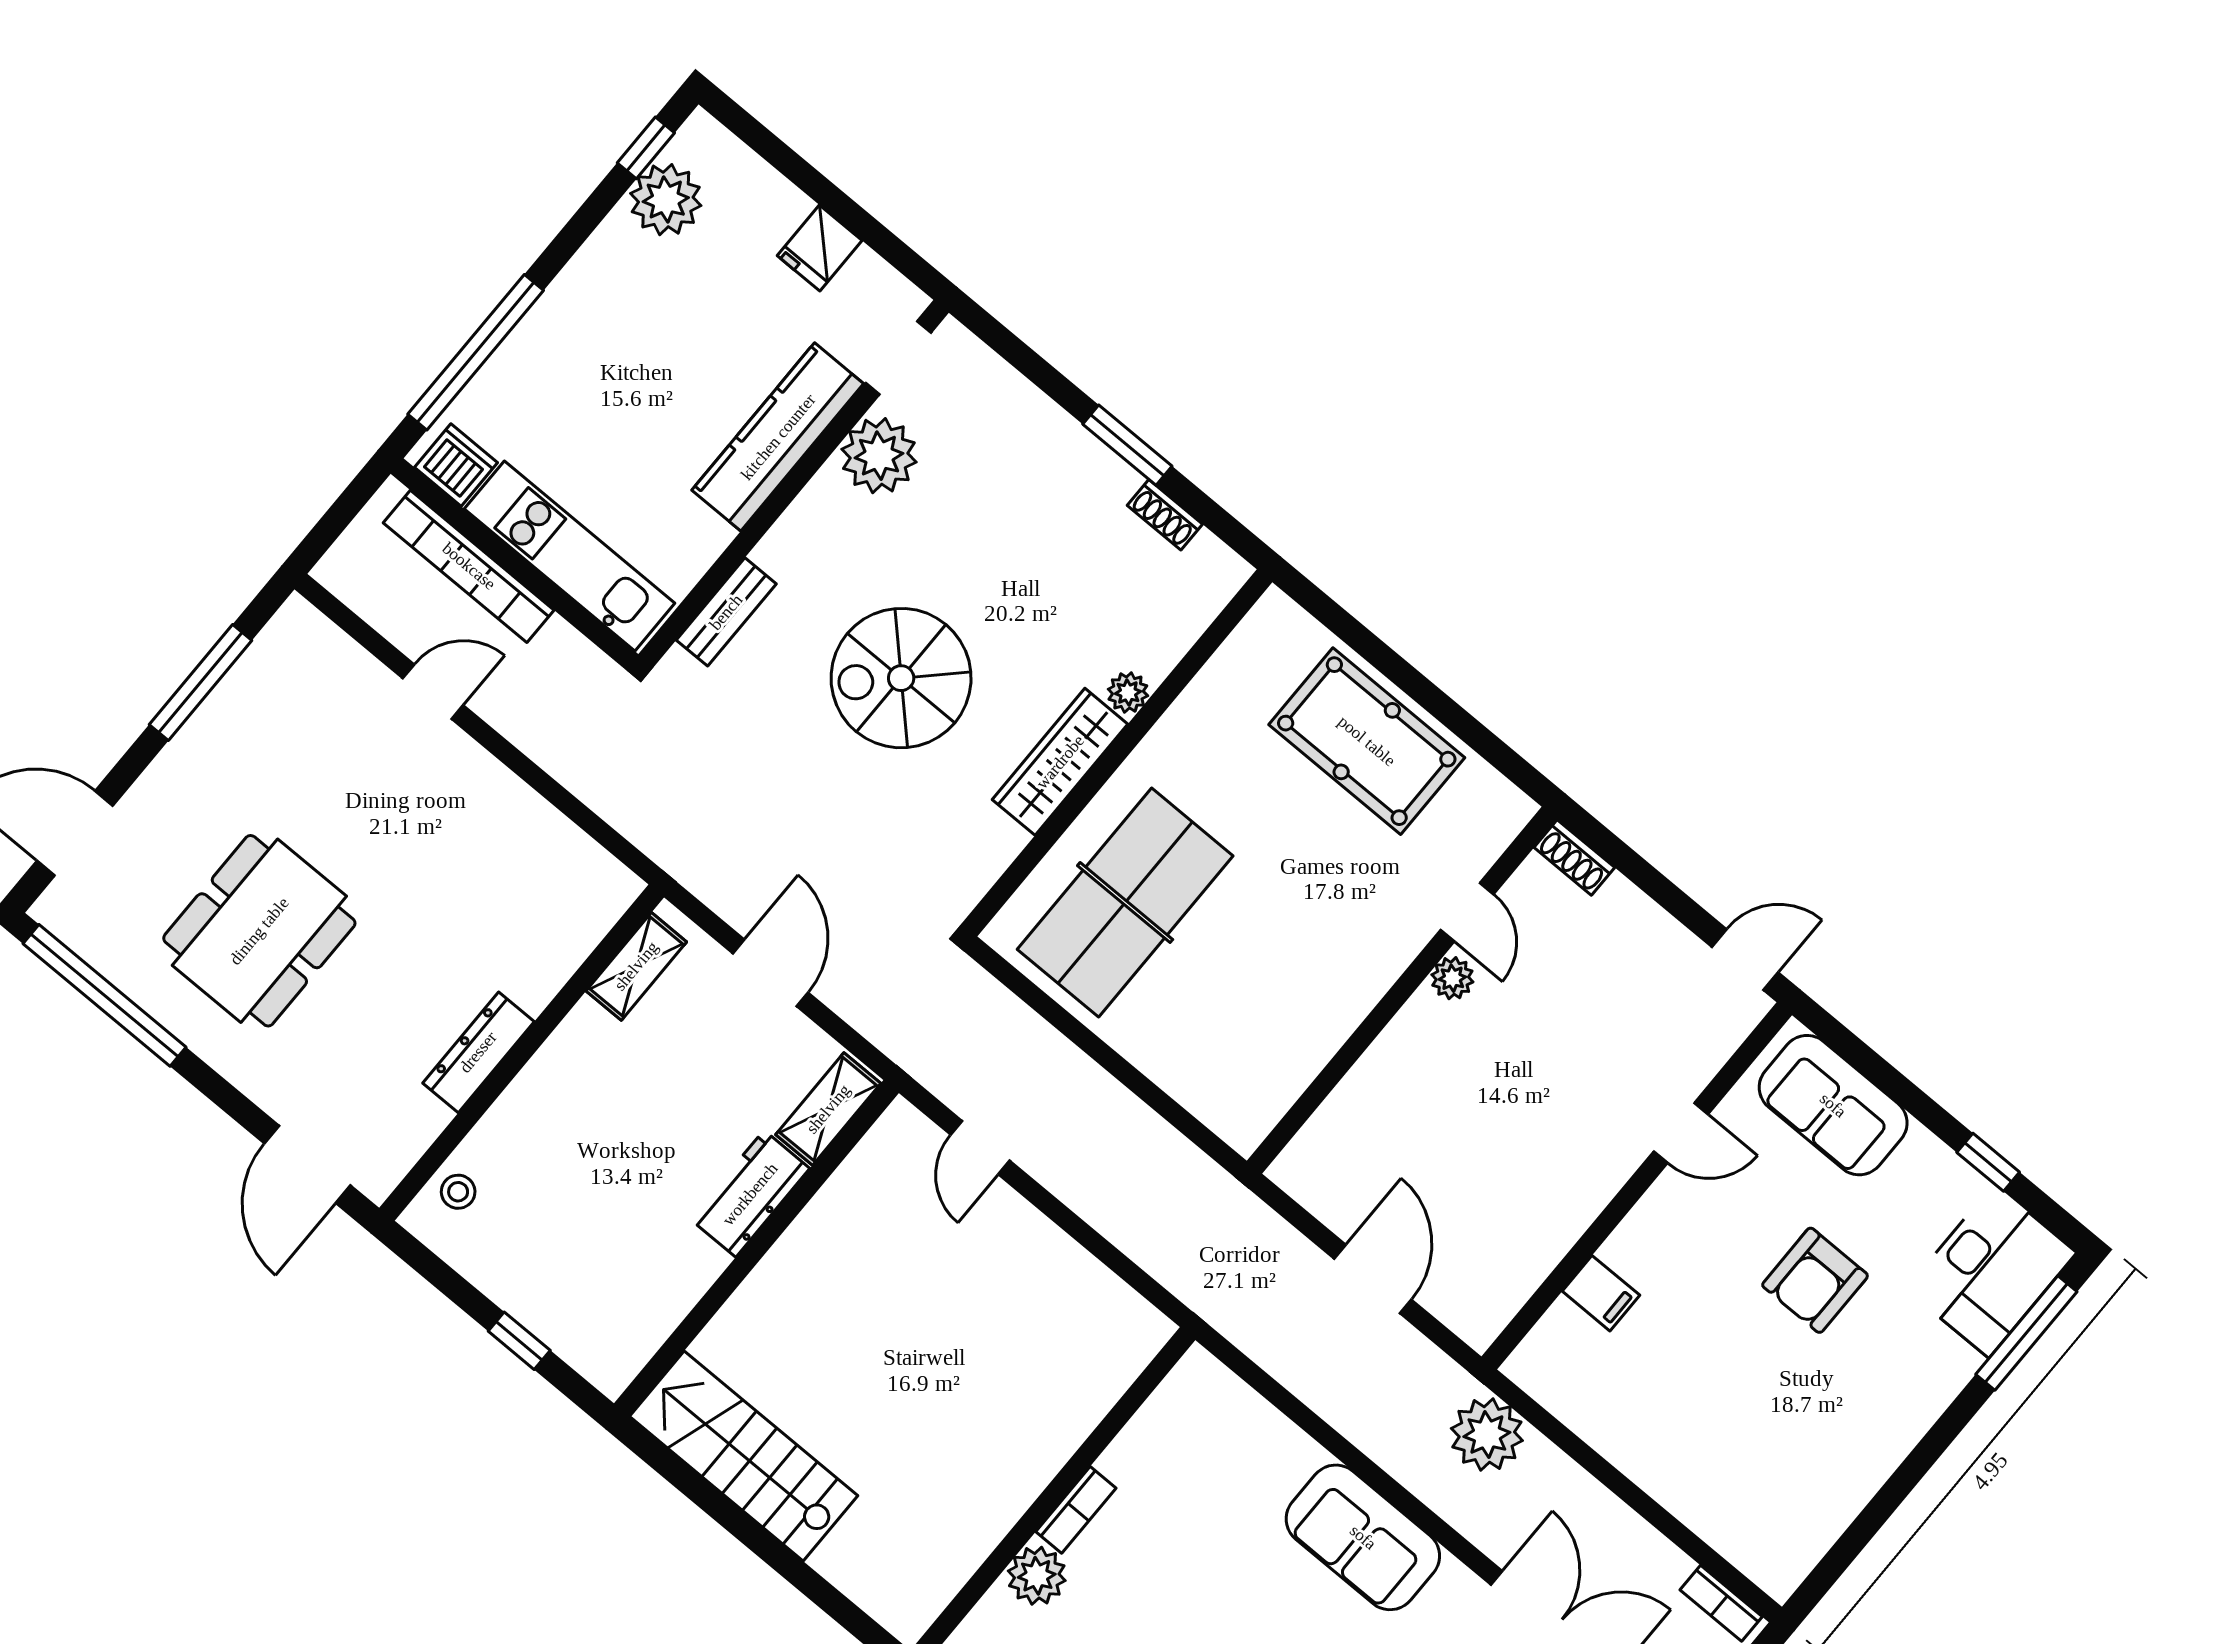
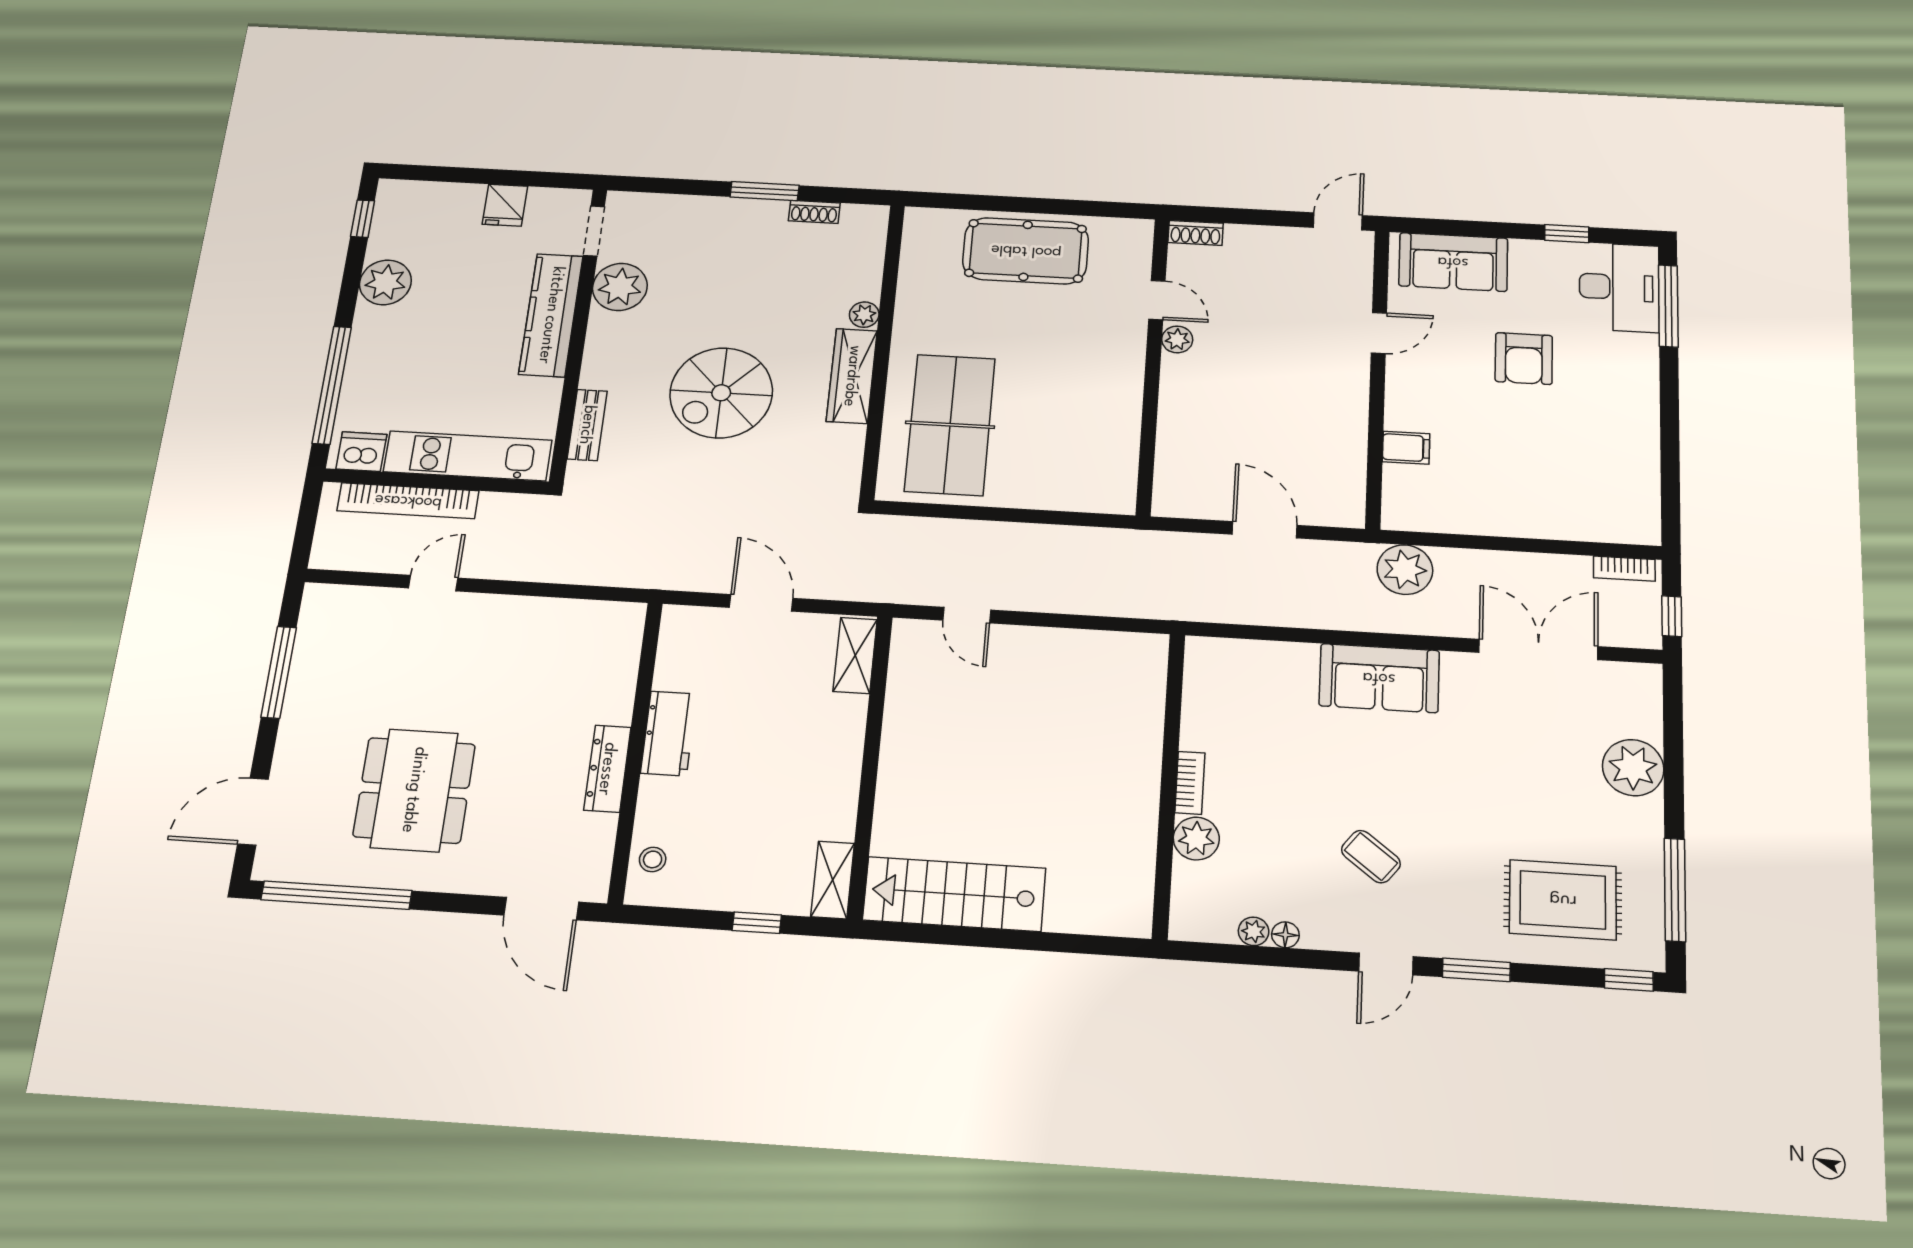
plant: (666, 200) -> (385, 282), moved
shelving: (636, 966) -> (833, 880), moved
workbench: (750, 1194) -> (669, 733), moved, turned 180

